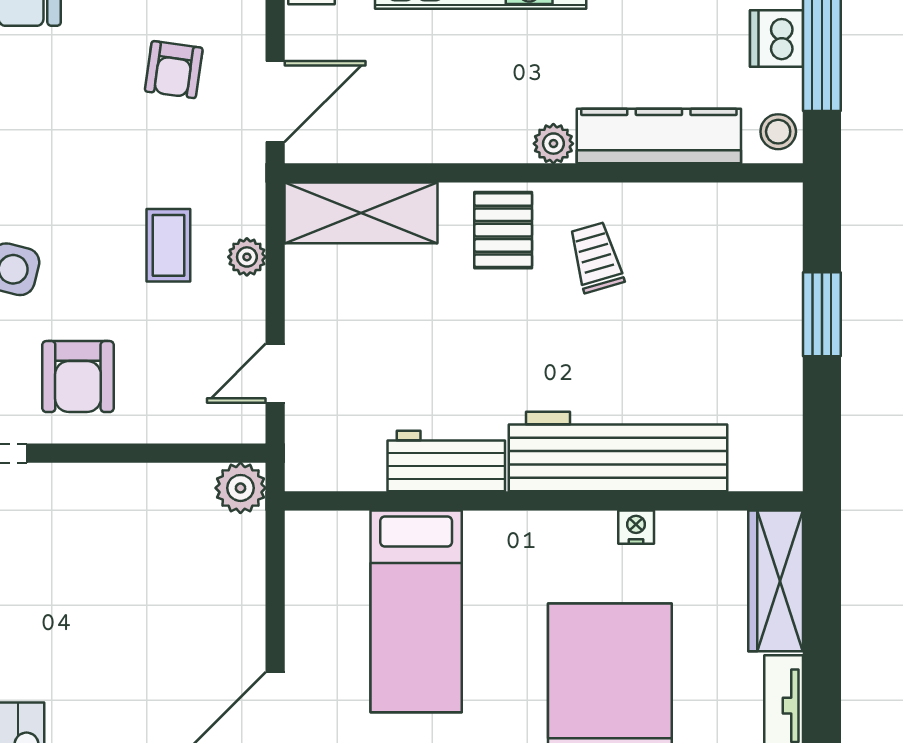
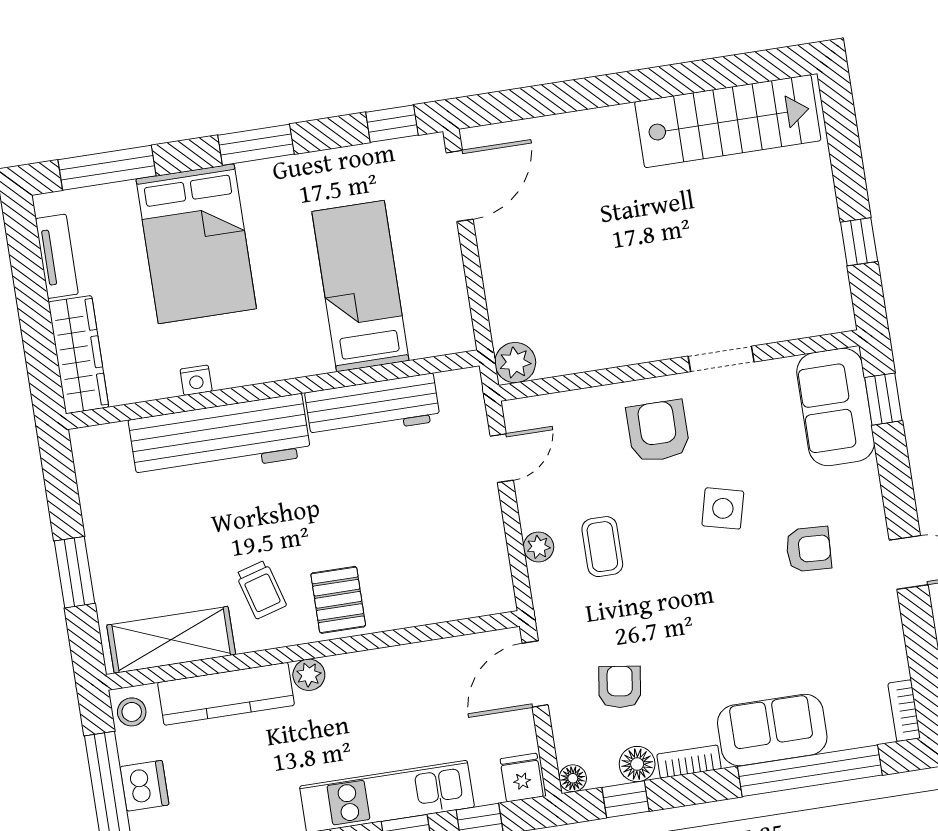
shelving: (361, 213) -> (171, 640), moved
workbench: (446, 461) -> (373, 407), width x1.38

